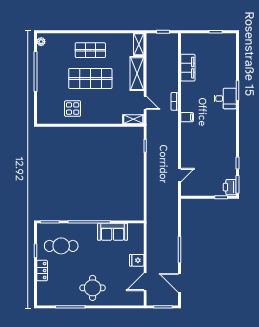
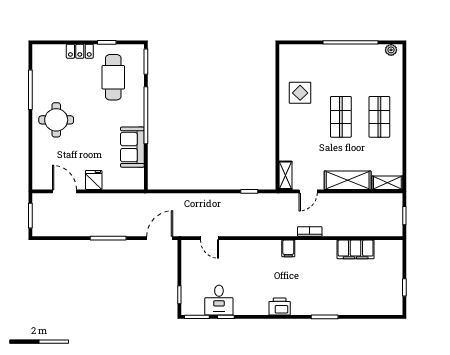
shop shelf: (90, 78) -> (341, 117), width x0.70, depth x0.74
desk: (225, 98) -> (219, 300), moved
printer: (230, 187) -> (280, 307), moved
door: (180, 283) -> (160, 238), moved

